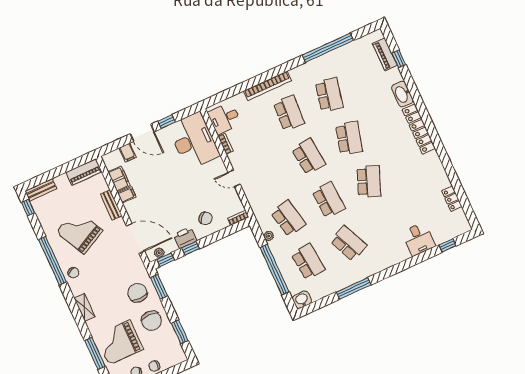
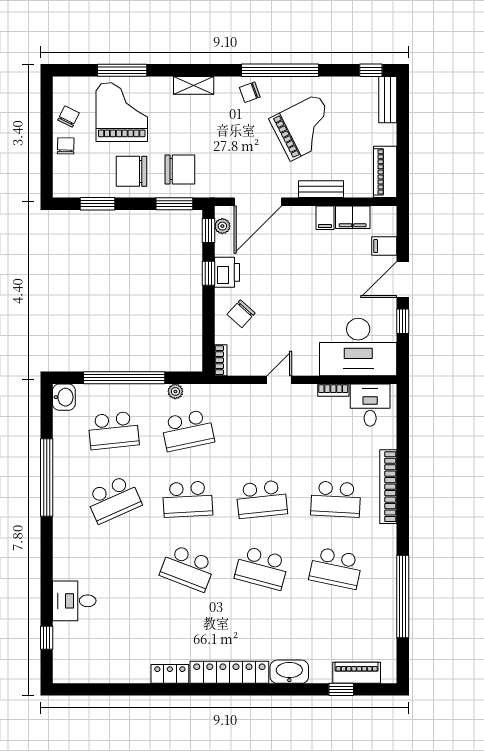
locker: (452, 199) -> (170, 674), moved
window: (354, 288) -> (47, 477), width x1.46

